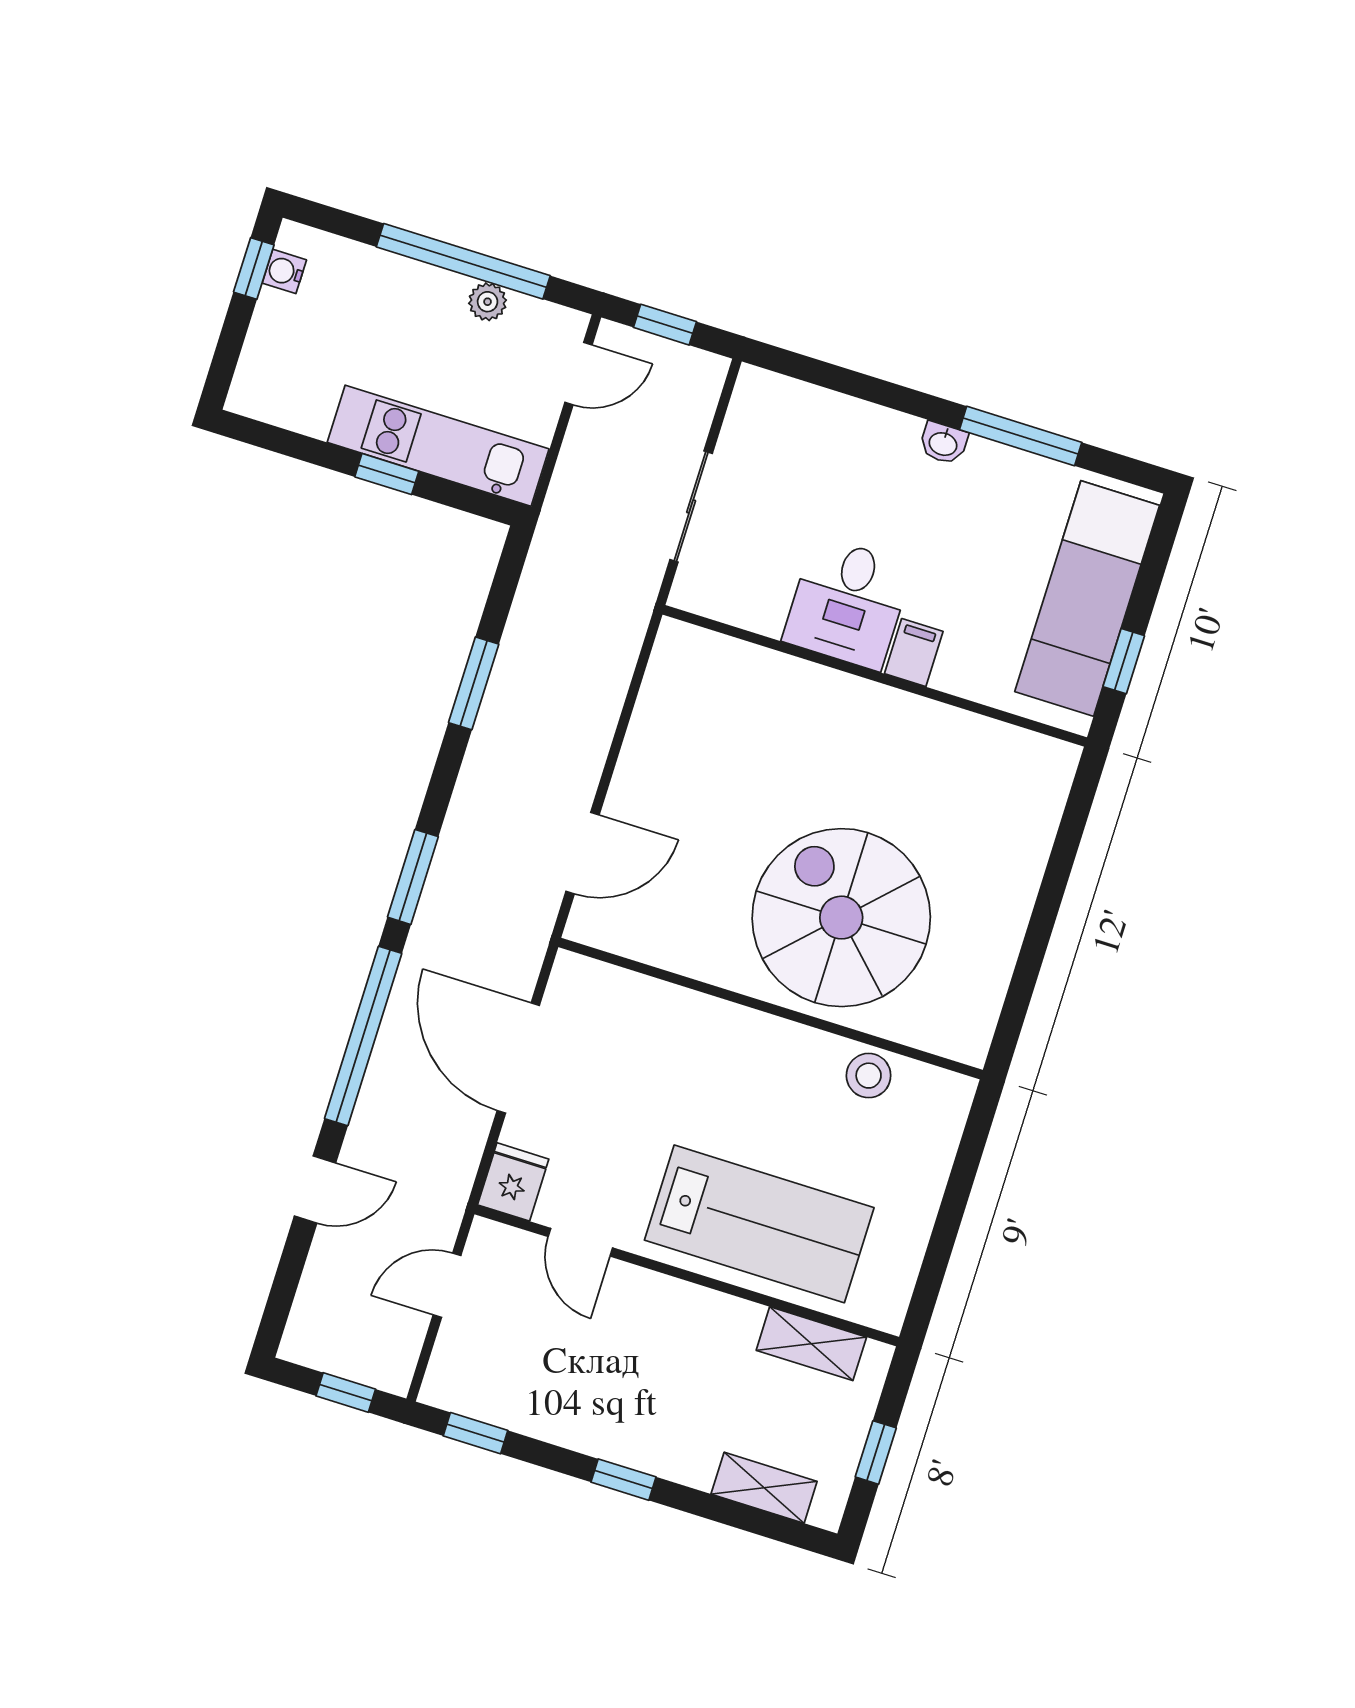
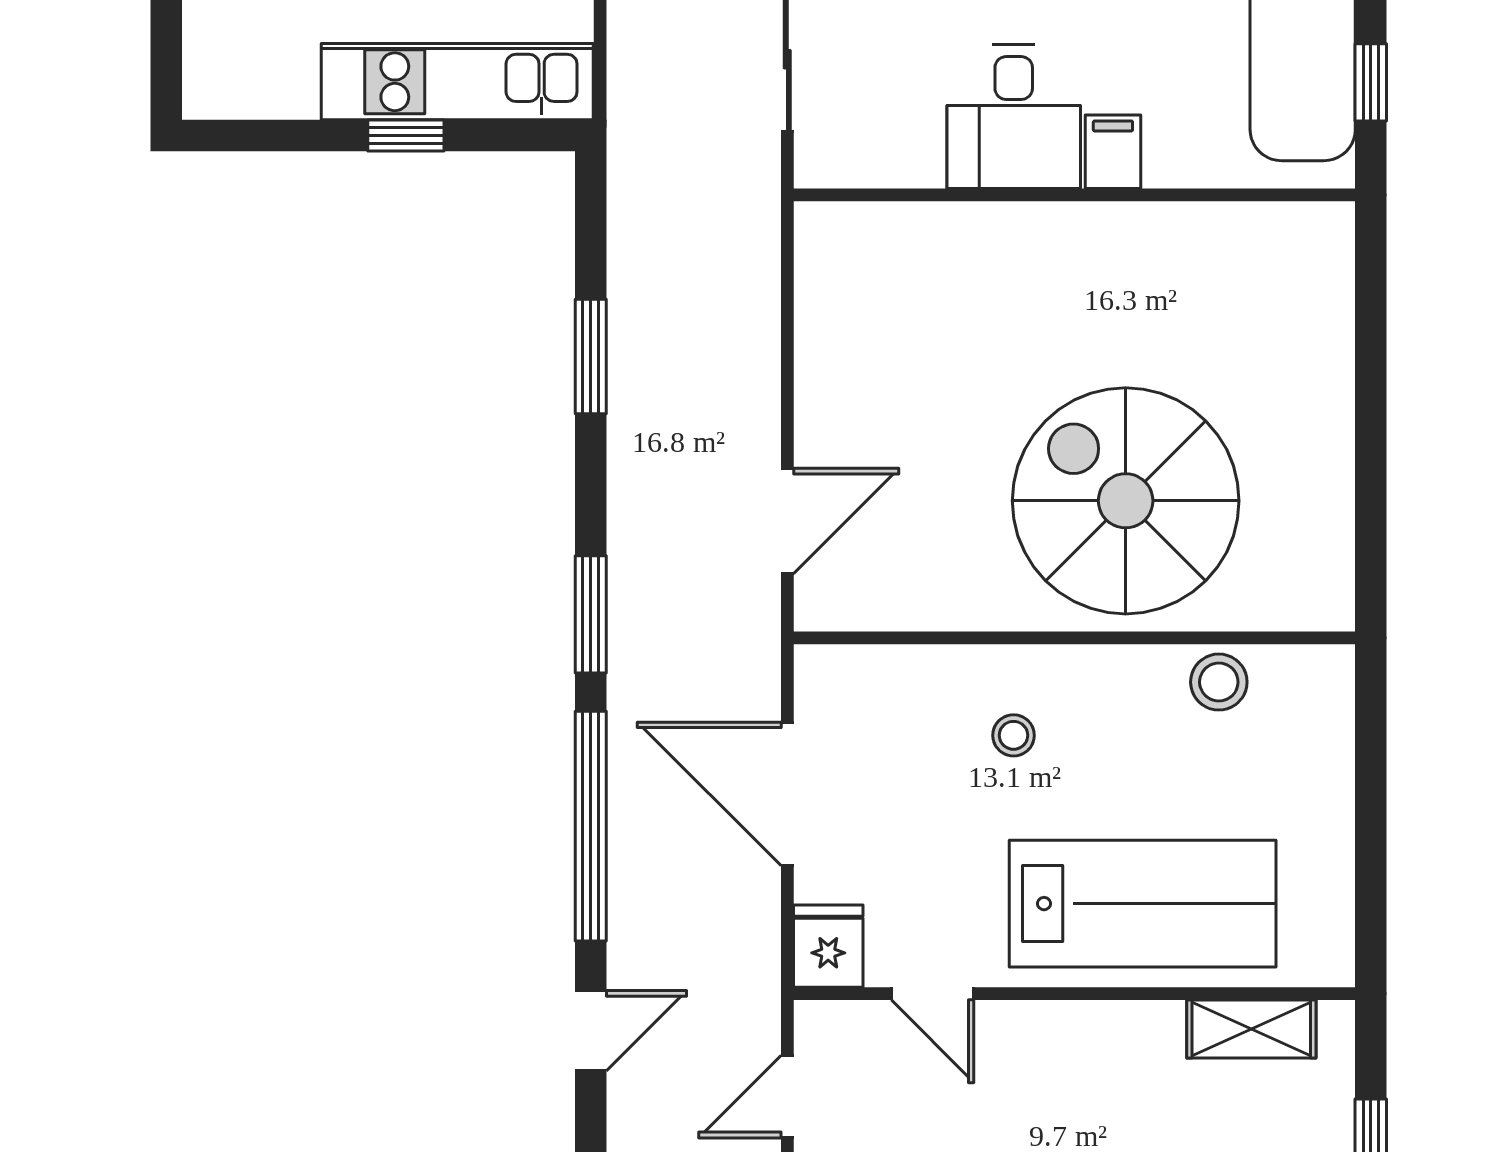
stool: (702, 1067) -> (1014, 735), added

